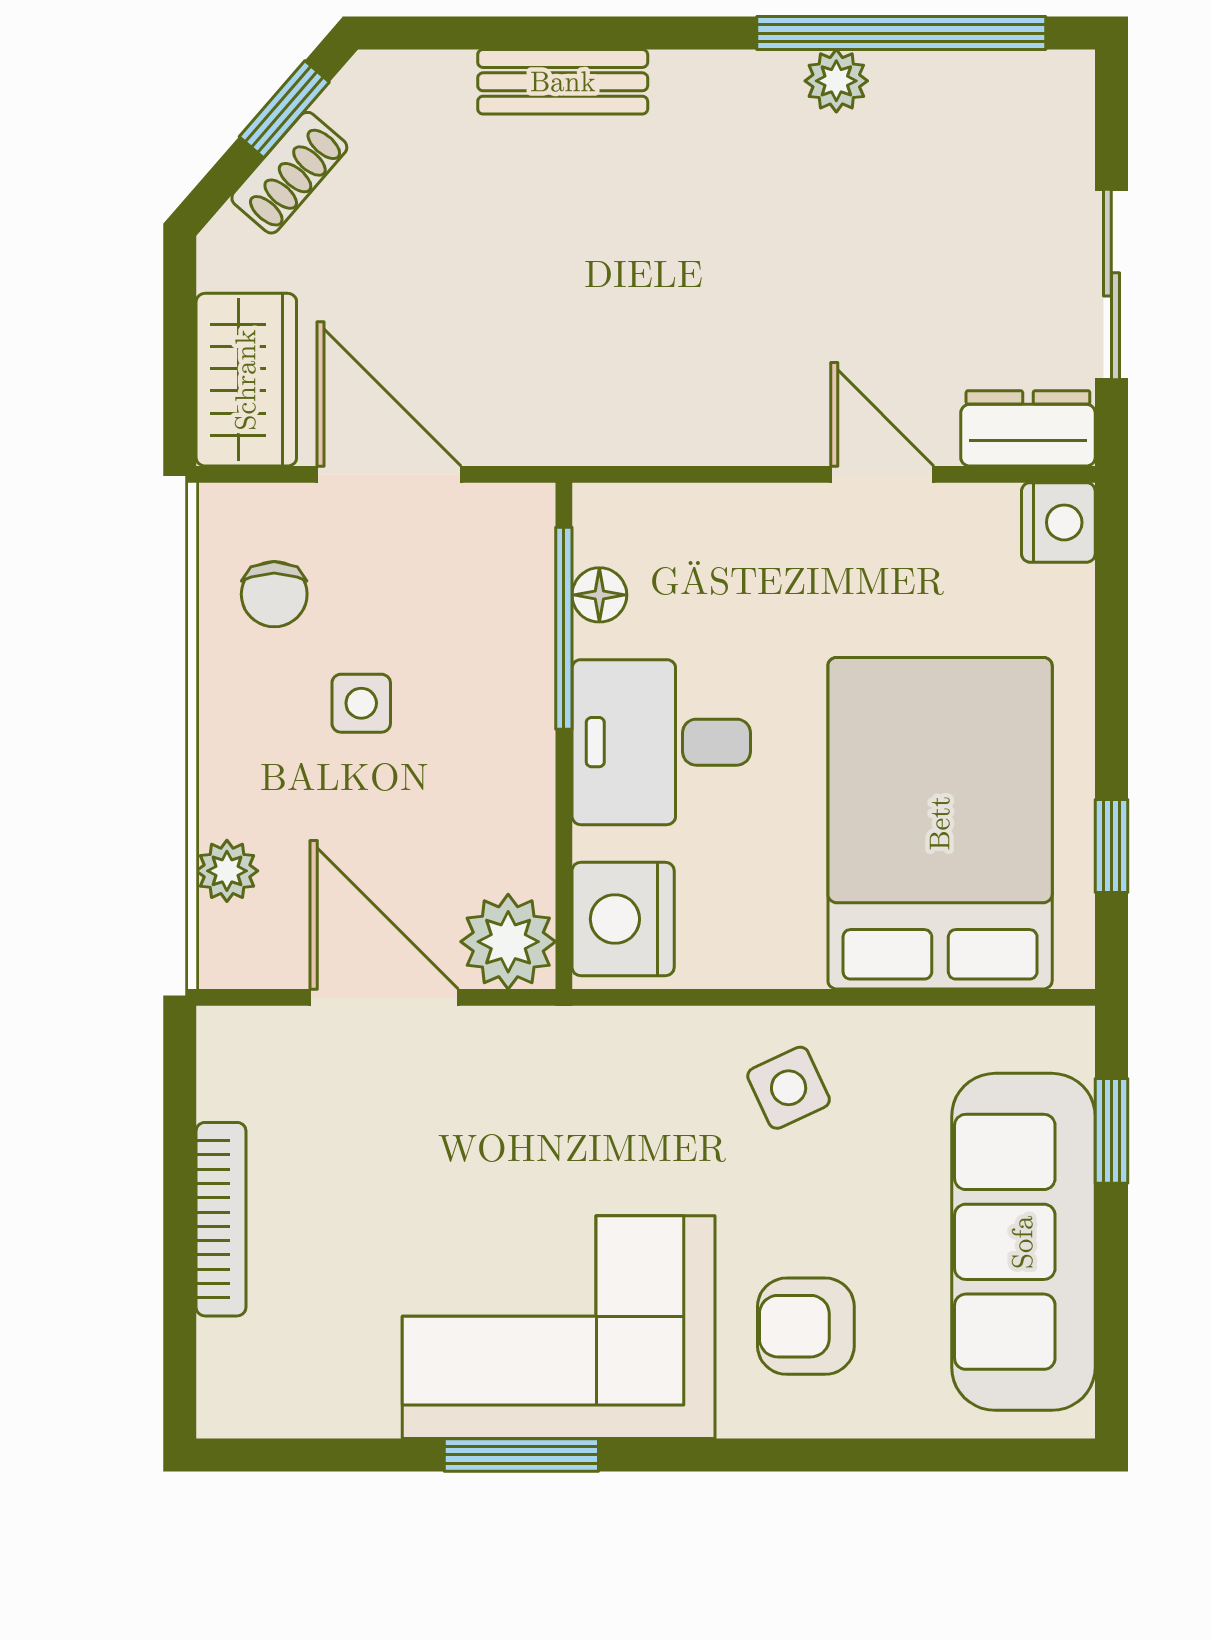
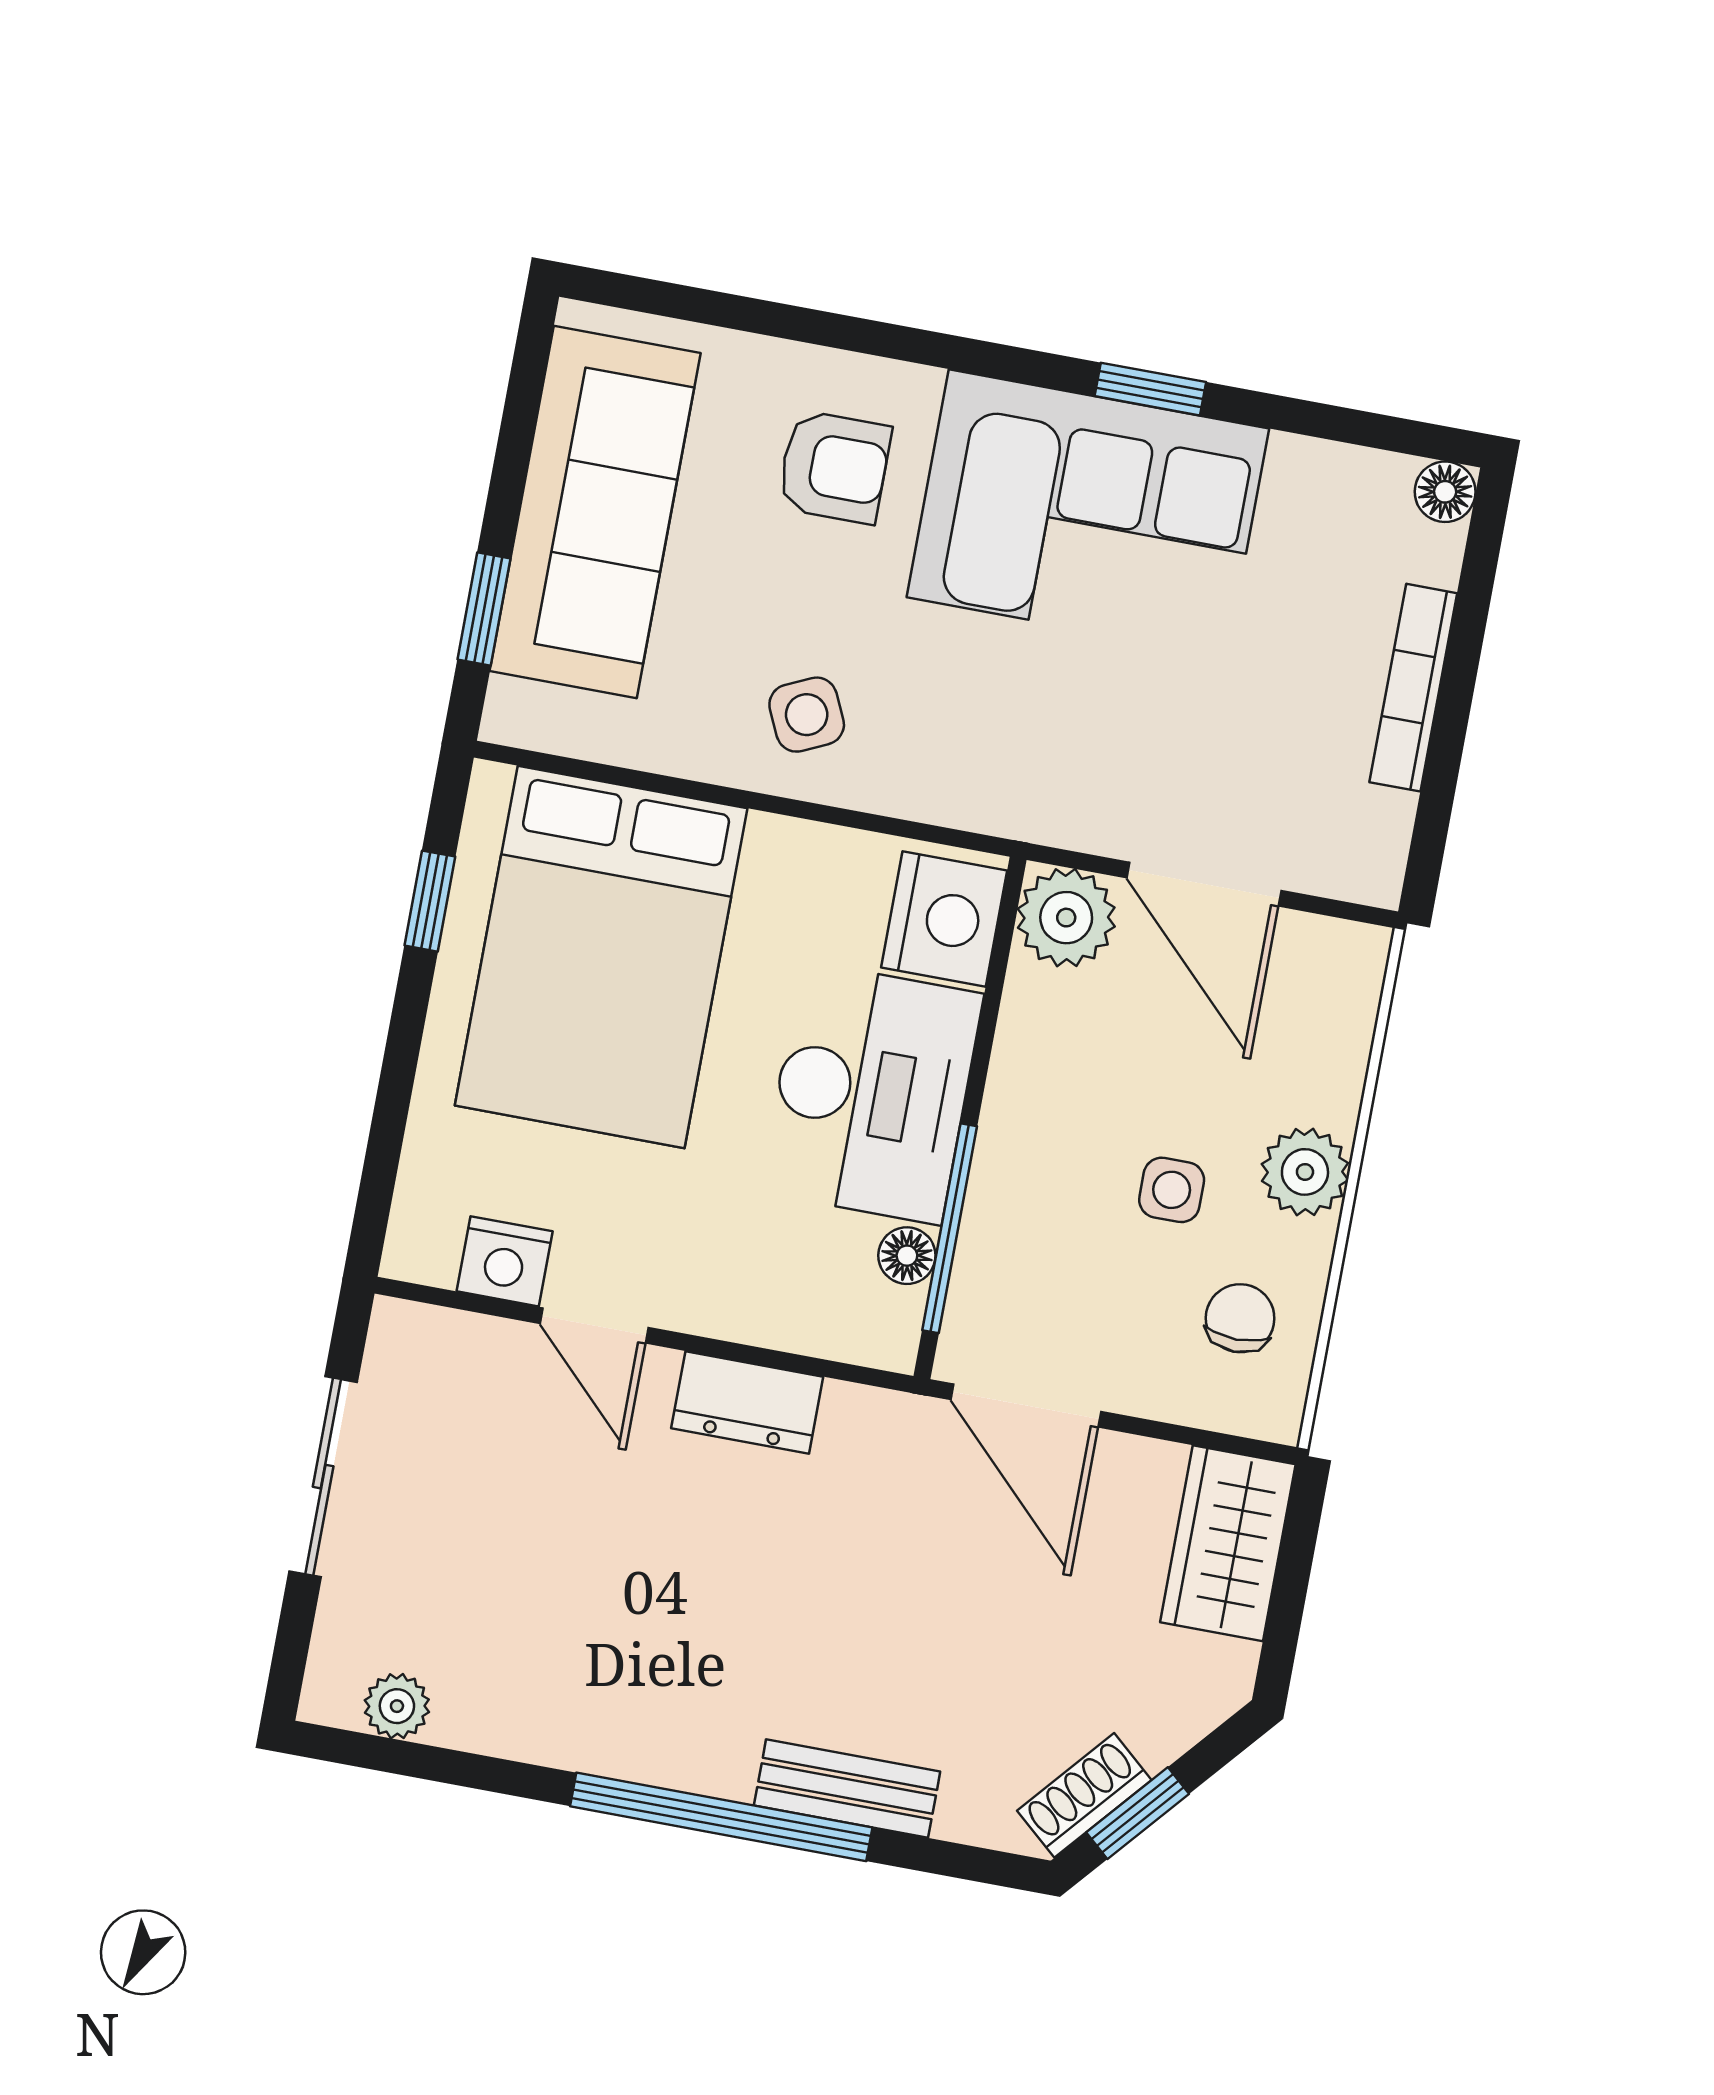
window: (901, 33) -> (721, 1817), moved
plant: (836, 81) -> (397, 1706), moved
shoe rack: (289, 173) -> (1084, 1795), moved
dresser: (1028, 428) -> (747, 1403), moved
door: (389, 474) -> (1026, 1405), moved
nightstand: (1058, 522) -> (505, 1261), moved, turned -90
desk: (661, 742) -> (872, 1093), width x1.37
plant: (227, 871) -> (1305, 1172), moved, width x1.38, depth x1.38
floor lamp: (225, 1410) -> (1445, 492), added
window: (521, 1455) -> (1150, 389), width x0.67

